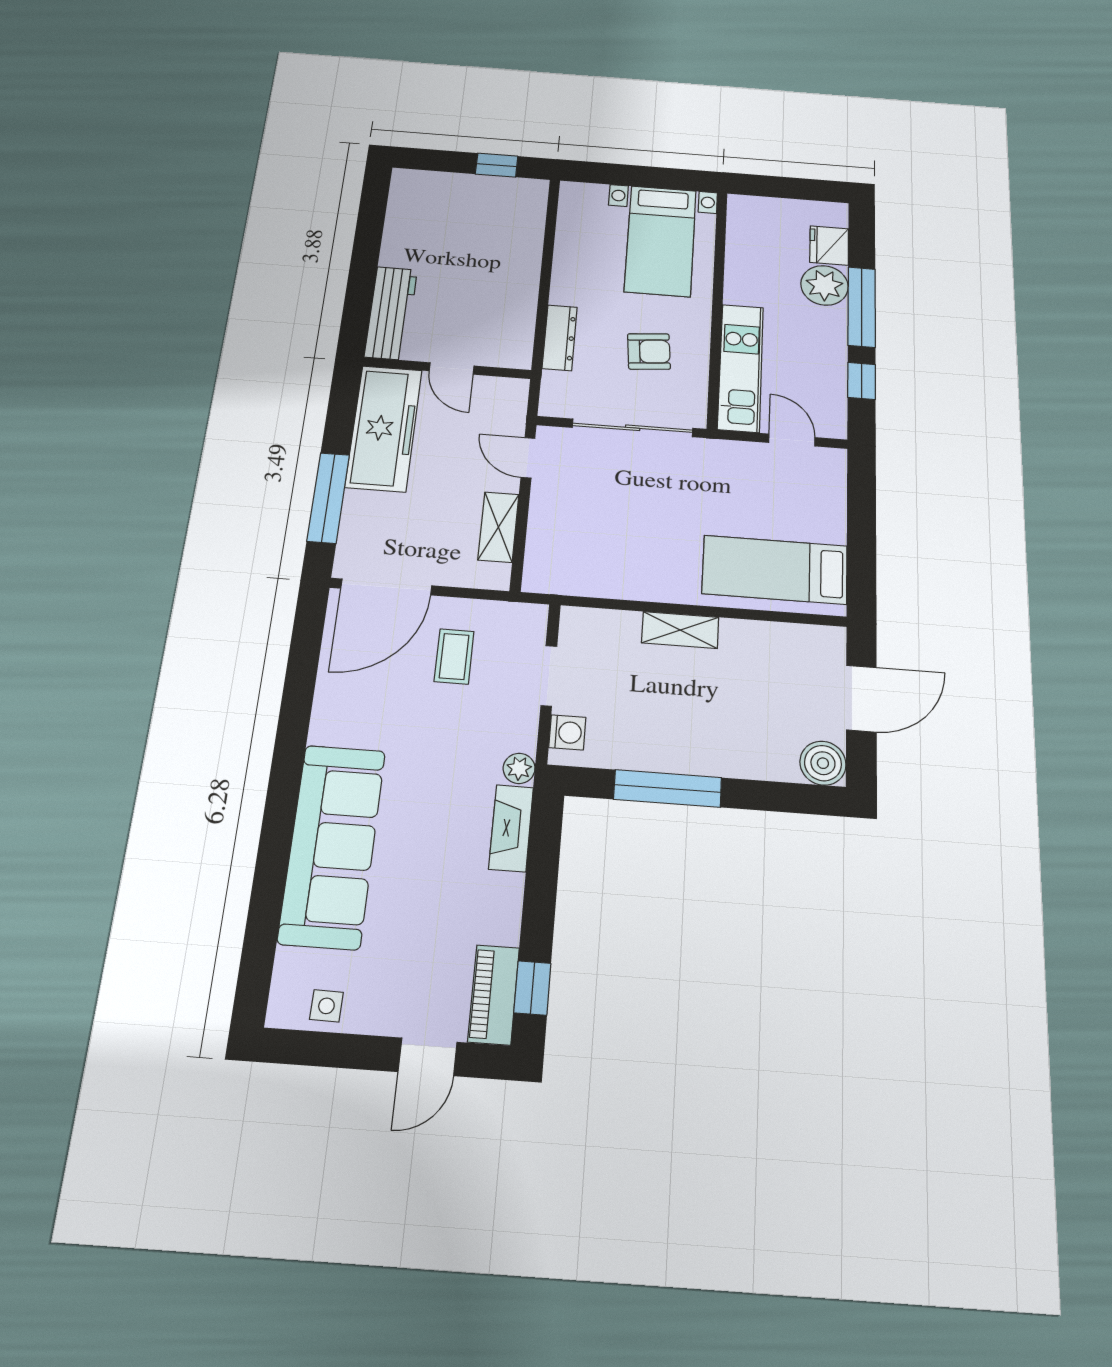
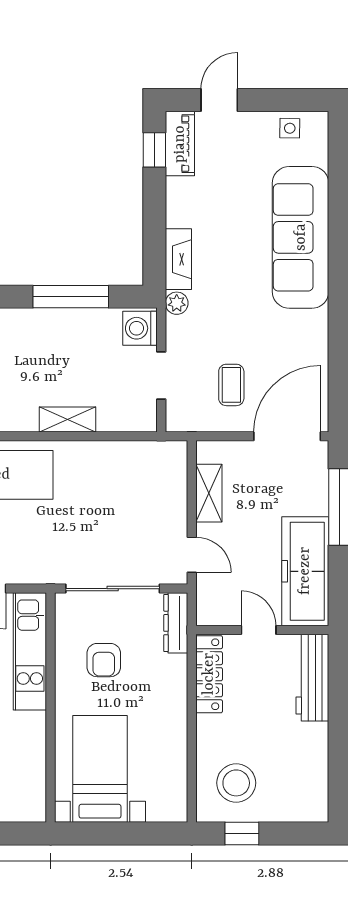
stool: (498, 214) -> (236, 783), added
locker: (519, 326) -> (209, 674), added
dresser: (560, 338) -> (176, 623), moved
armchair: (649, 351) -> (104, 660), turned -85
washing machine: (567, 732) -> (140, 328), width x1.38, depth x1.38

